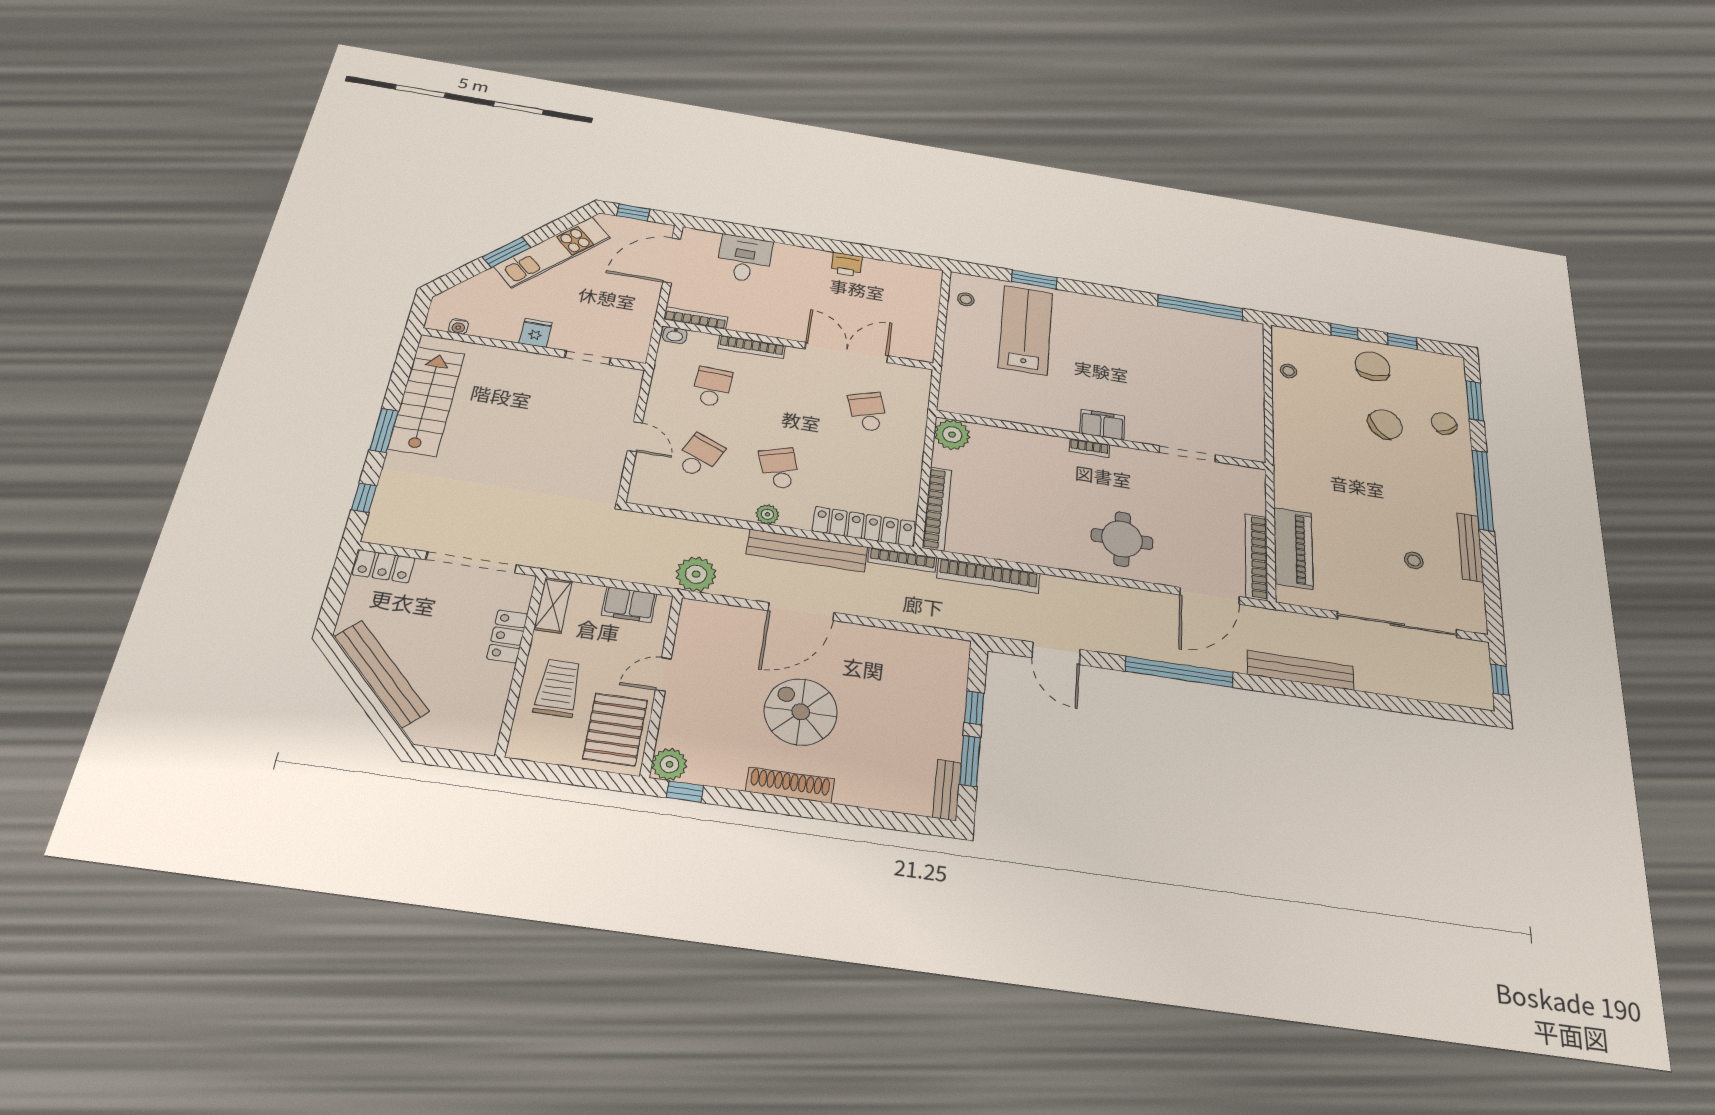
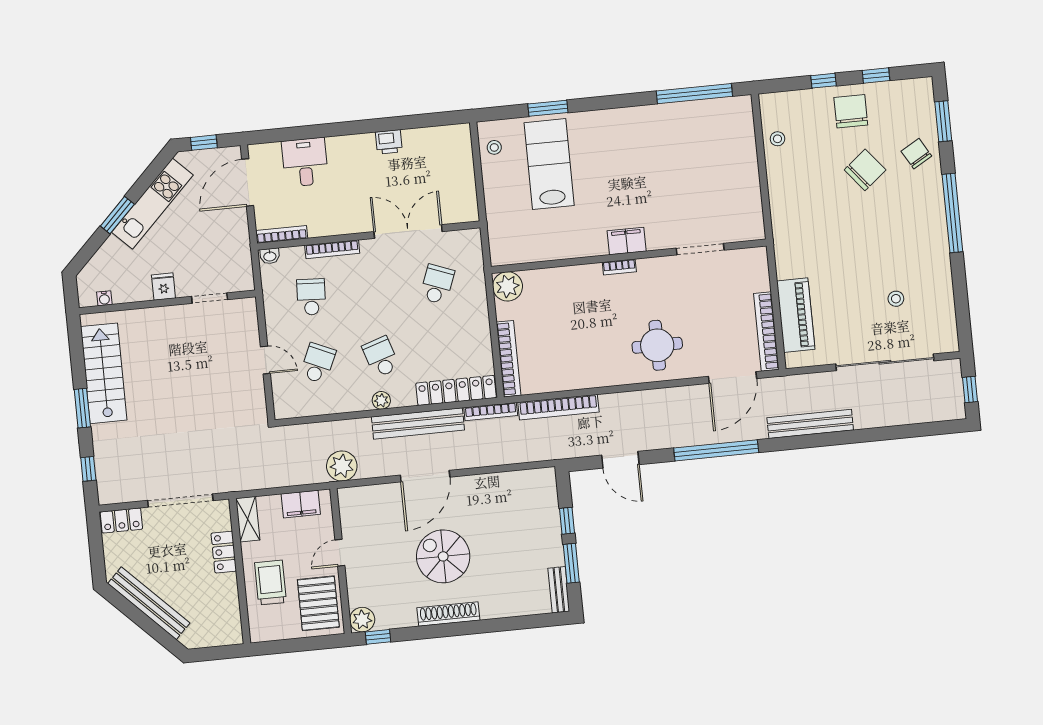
school desk: (868, 412) -> (437, 284), turned 39
bench: (1470, 547) -> (943, 273), removed

